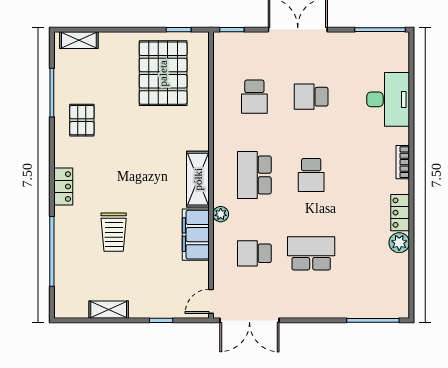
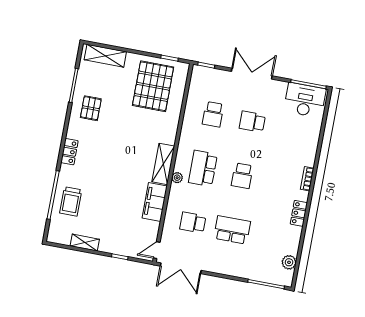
shelving: (79, 40) -> (105, 56), width x1.50, depth x1.33
desk: (388, 99) -> (305, 100), moved, turned -90
plant: (221, 214) -> (177, 178), moved
trolley: (114, 232) -> (71, 201), moved
plant: (399, 243) -> (289, 262), moved

